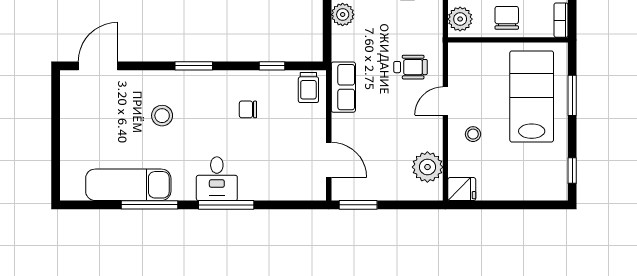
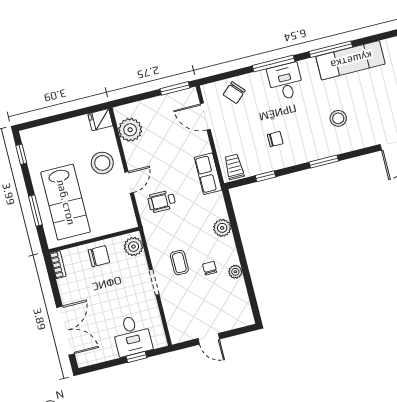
chair: (507, 18) -> (99, 256), turned -90
stool: (473, 134) -> (102, 163), width x1.89, depth x1.89
chair: (285, 181) -> (234, 93), added

